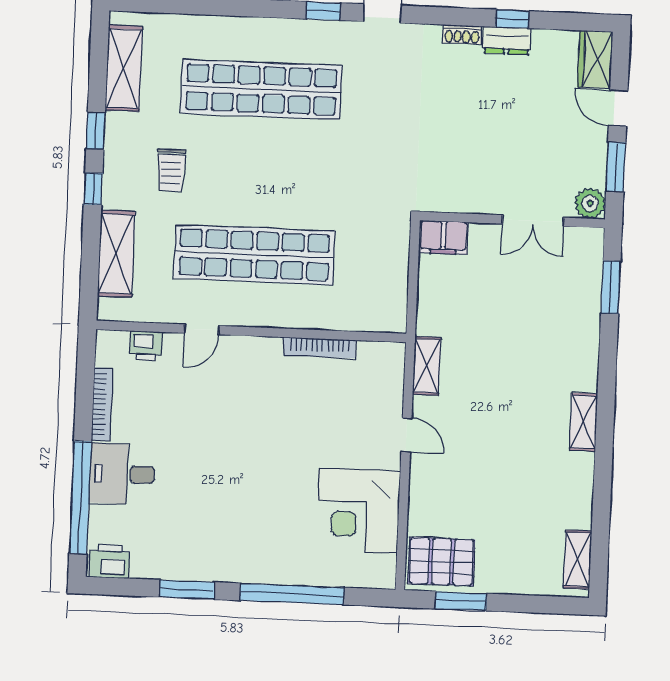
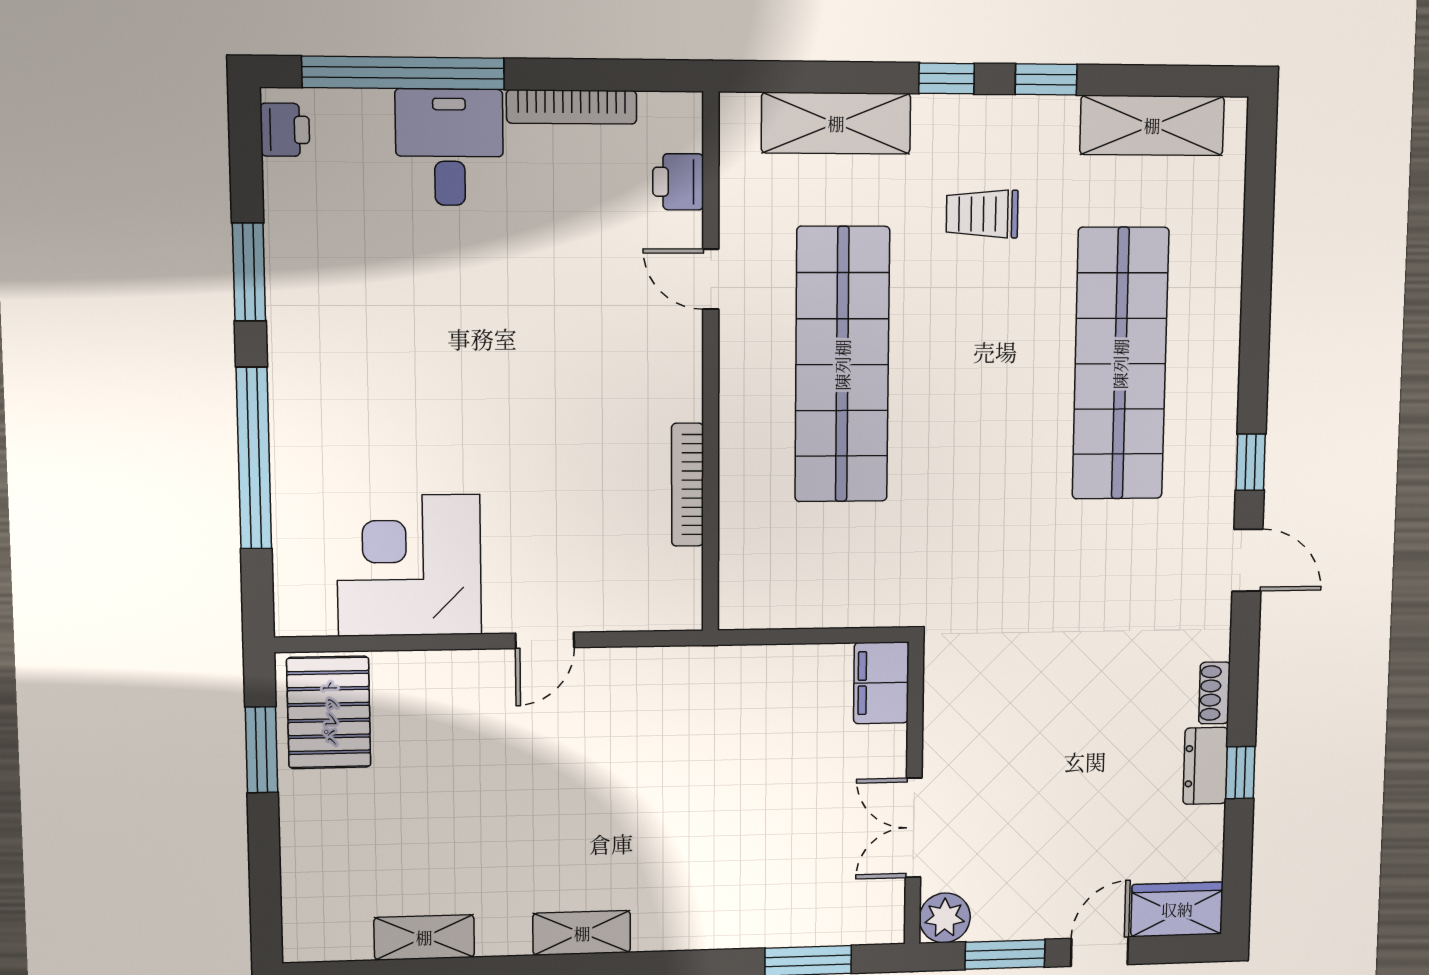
shelving: (427, 366) -> (664, 668), removed
shelving: (578, 560) -> (424, 937), moved
printer: (109, 561) -> (285, 130), width x0.73, depth x0.81

